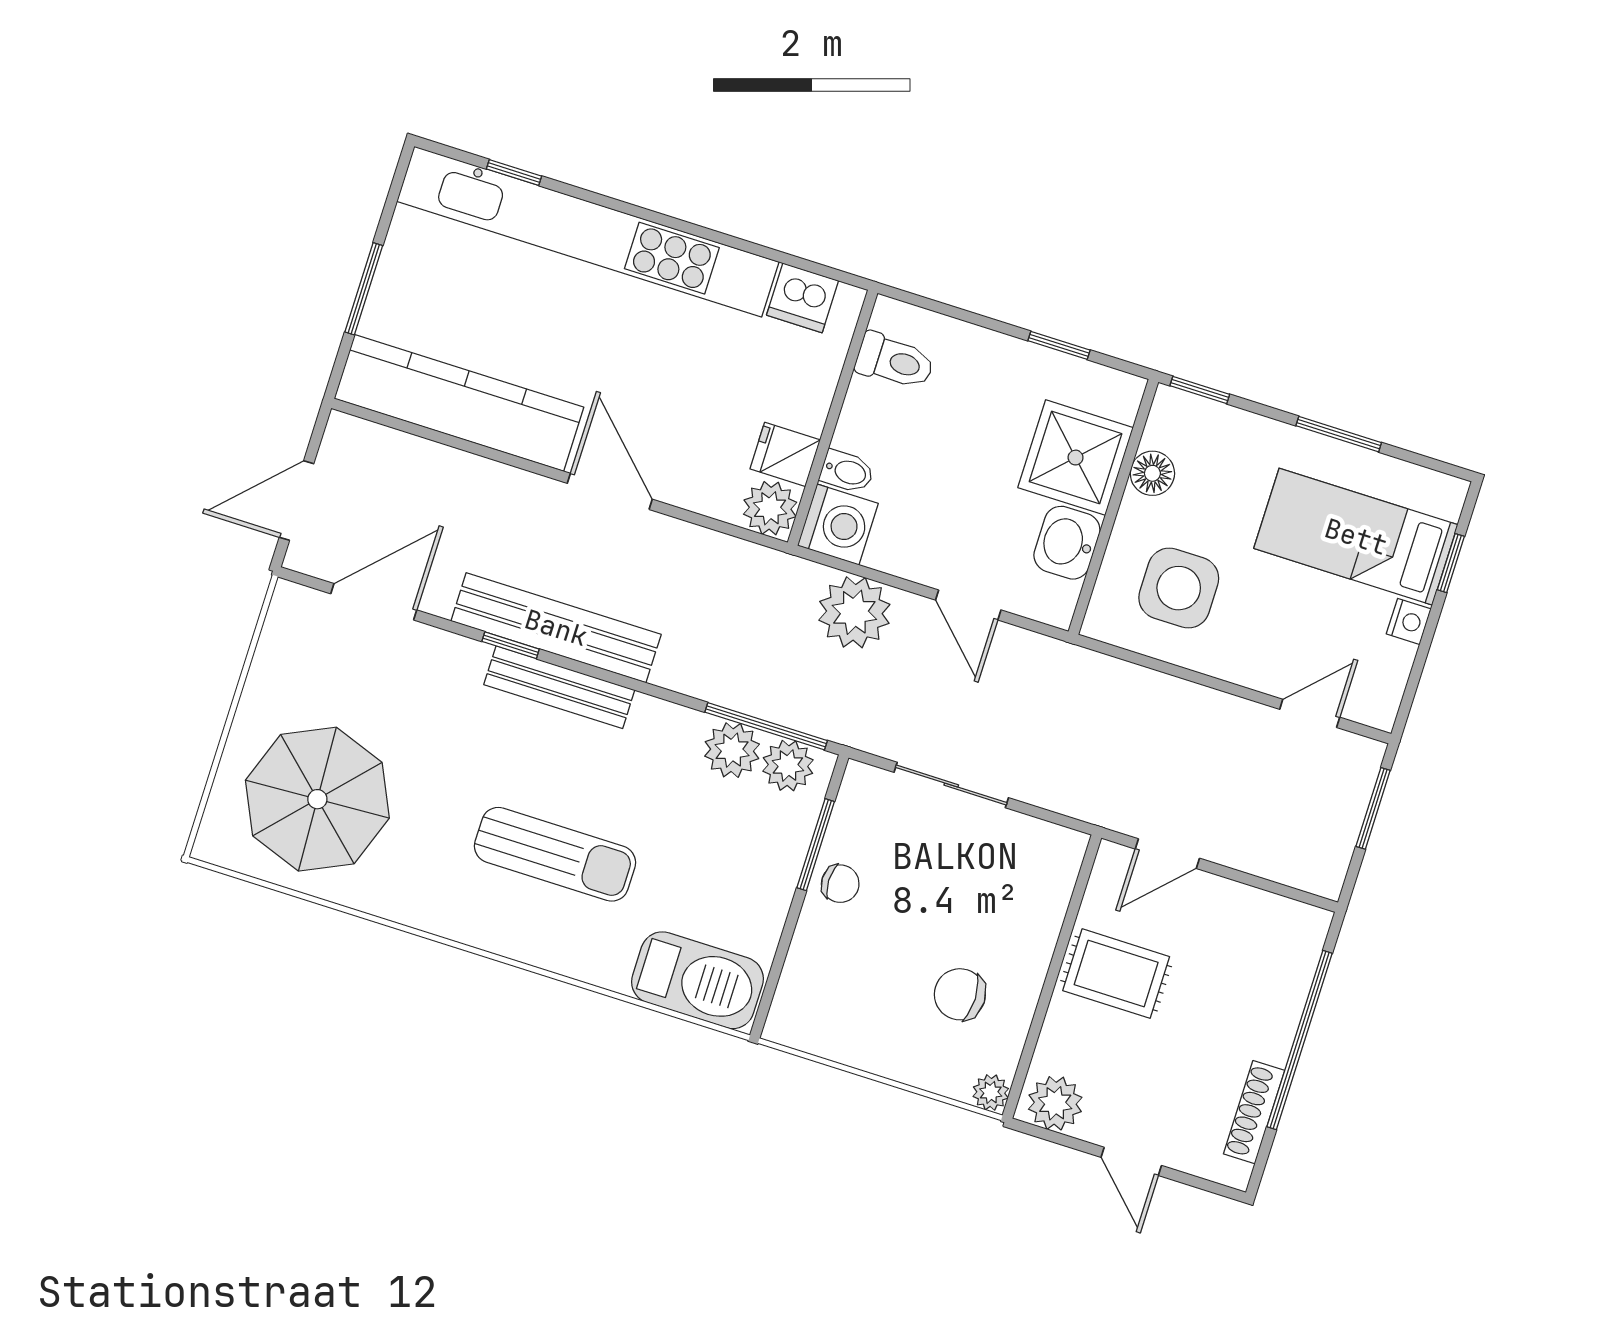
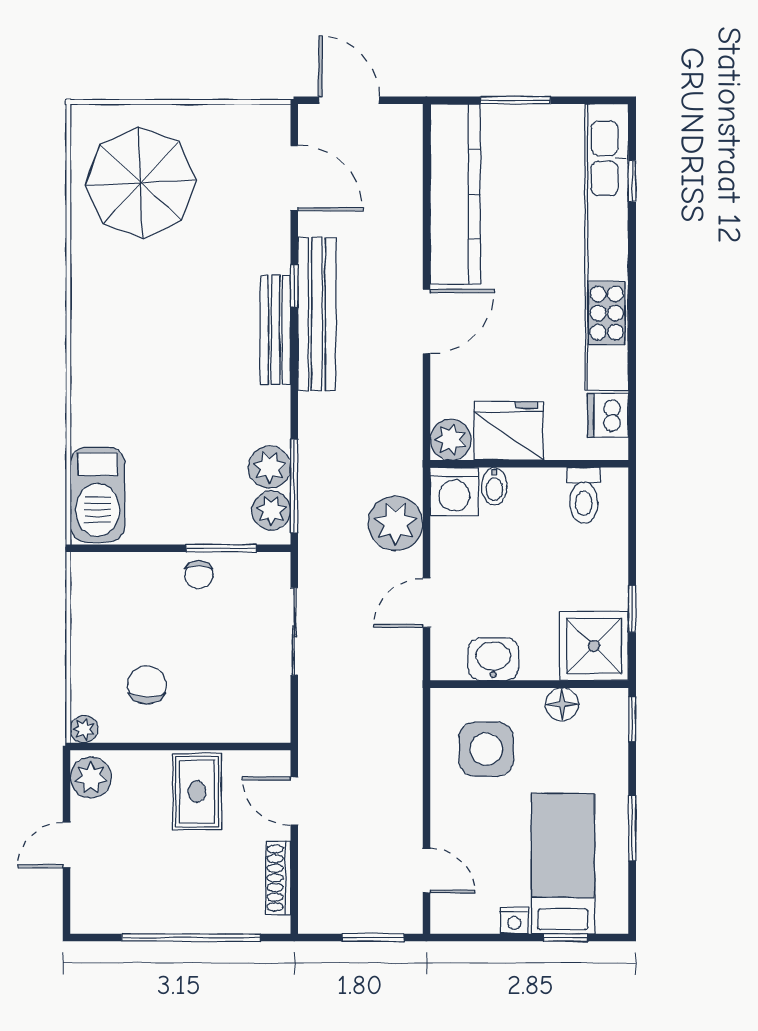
fridge: (785, 454) -> (509, 431), width x1.88, depth x1.34
shower: (1076, 458) -> (594, 646), moved
sun lounger: (555, 854) -> (155, 365), removed
shoe rack: (1254, 1112) -> (278, 878), moved, turned -90

